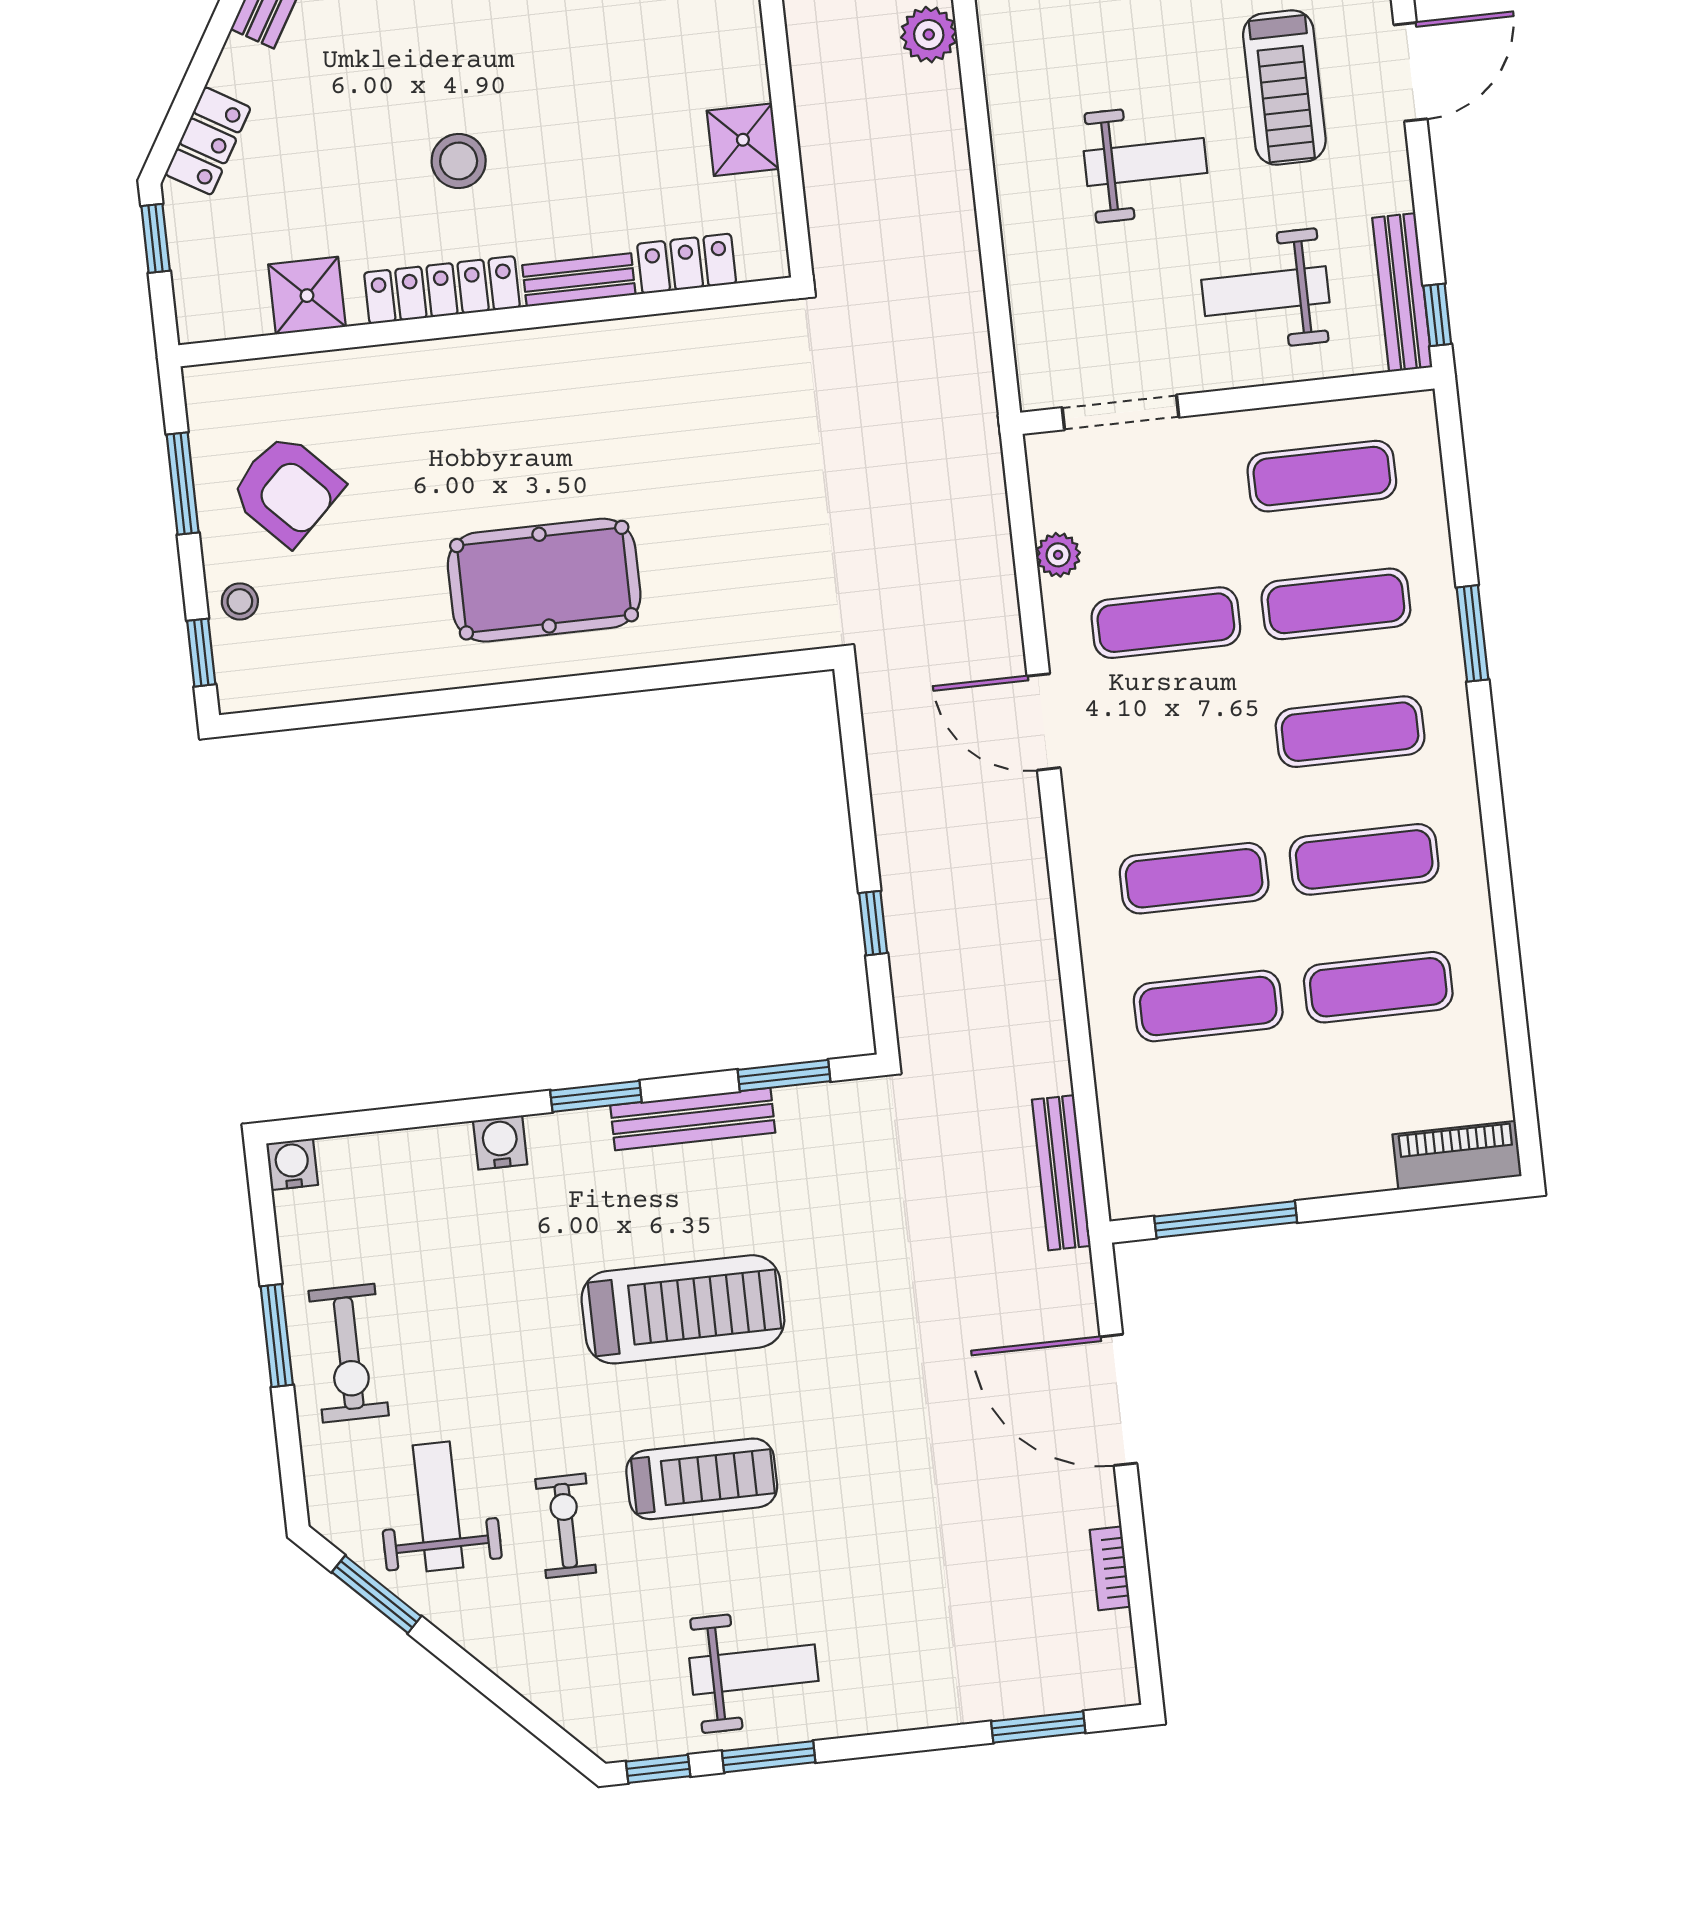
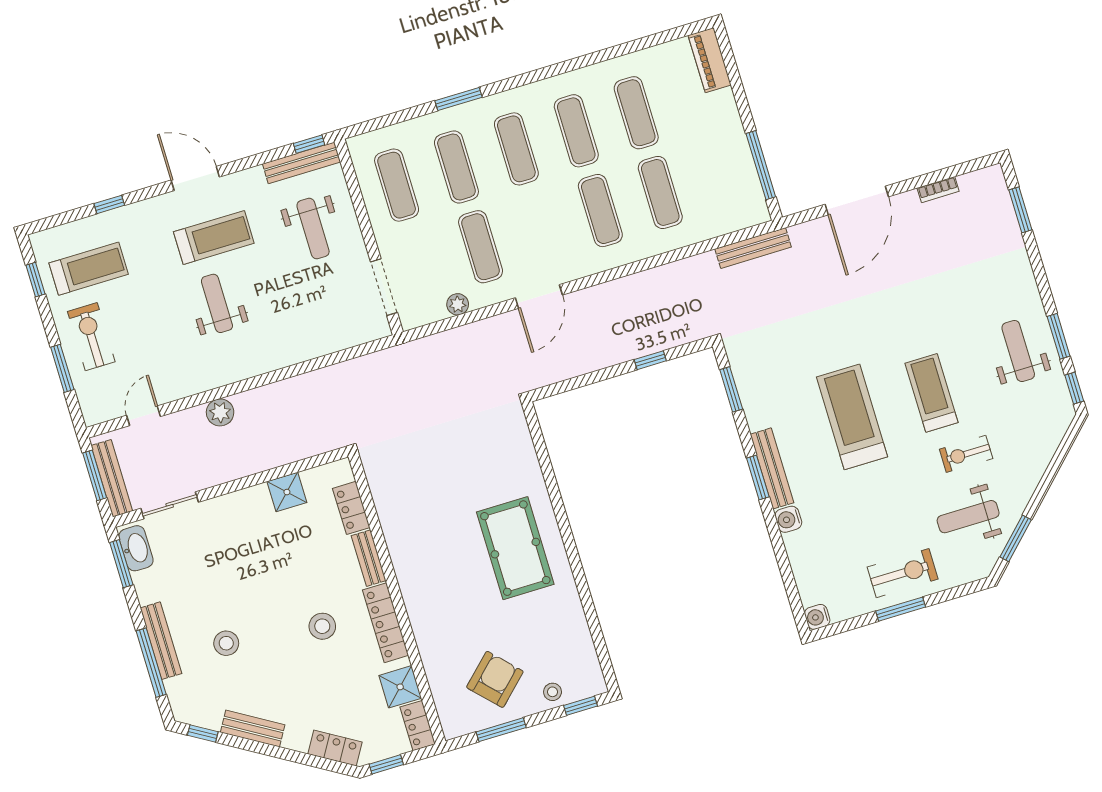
weight bench: (1146, 162) -> (217, 303), moved
locker: (222, 316) -> (418, 726), added
bench: (693, 1119) -> (772, 468), moved

